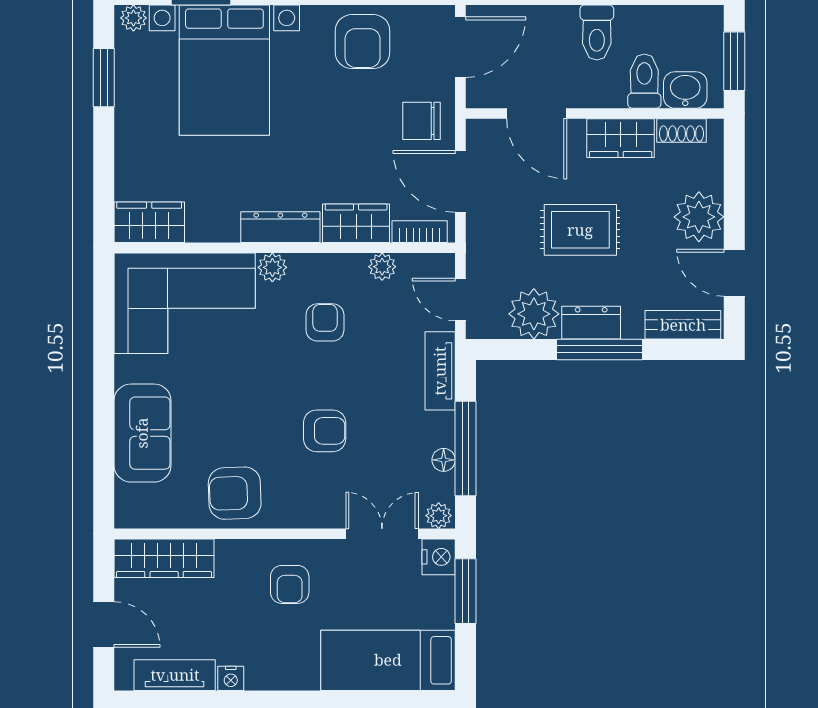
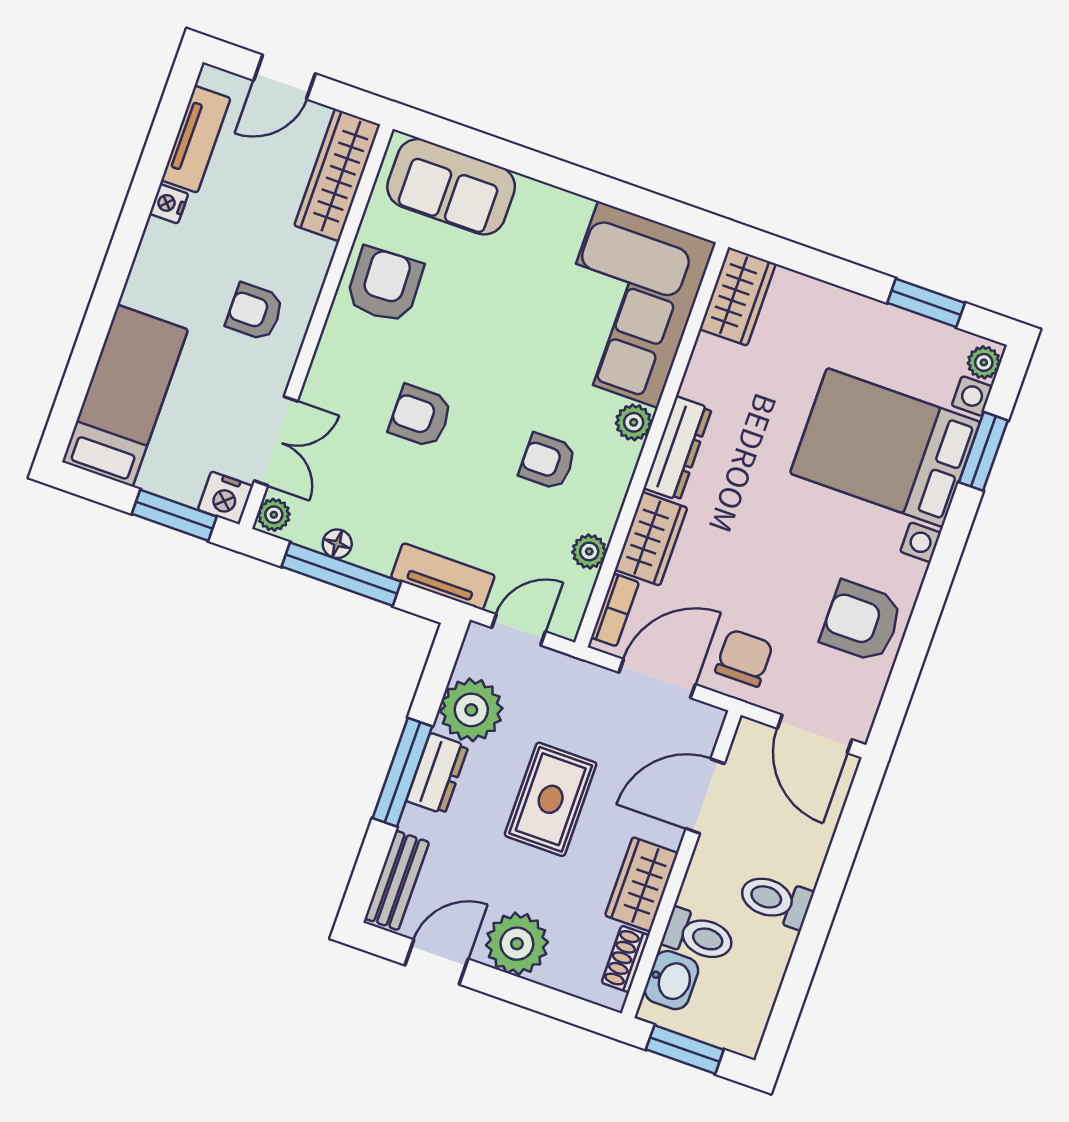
armchair: (325, 322) -> (547, 461), turned 180
armchair: (325, 431) -> (420, 416), turned 90
sofa: (142, 433) -> (451, 187), moved

